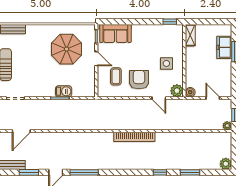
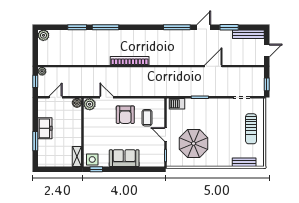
sofa: (115, 33) -> (124, 158), moved
freezer: (224, 47) -> (45, 128), moved
side table: (166, 63) -> (92, 159), moved
barbecue: (64, 91) -> (177, 104), moved
door: (213, 98) -> (56, 97), swing flipped
door: (21, 131) -> (213, 66), moved
window: (160, 172) -> (106, 27), width x2.17

